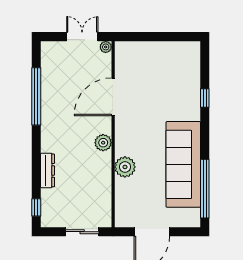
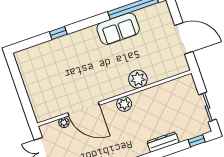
plant: (106, 47) -> (64, 123), moved
sofa: (183, 164) -> (118, 29), width x0.54, depth x0.79
sliding door: (82, 232) -> (207, 107), moved

